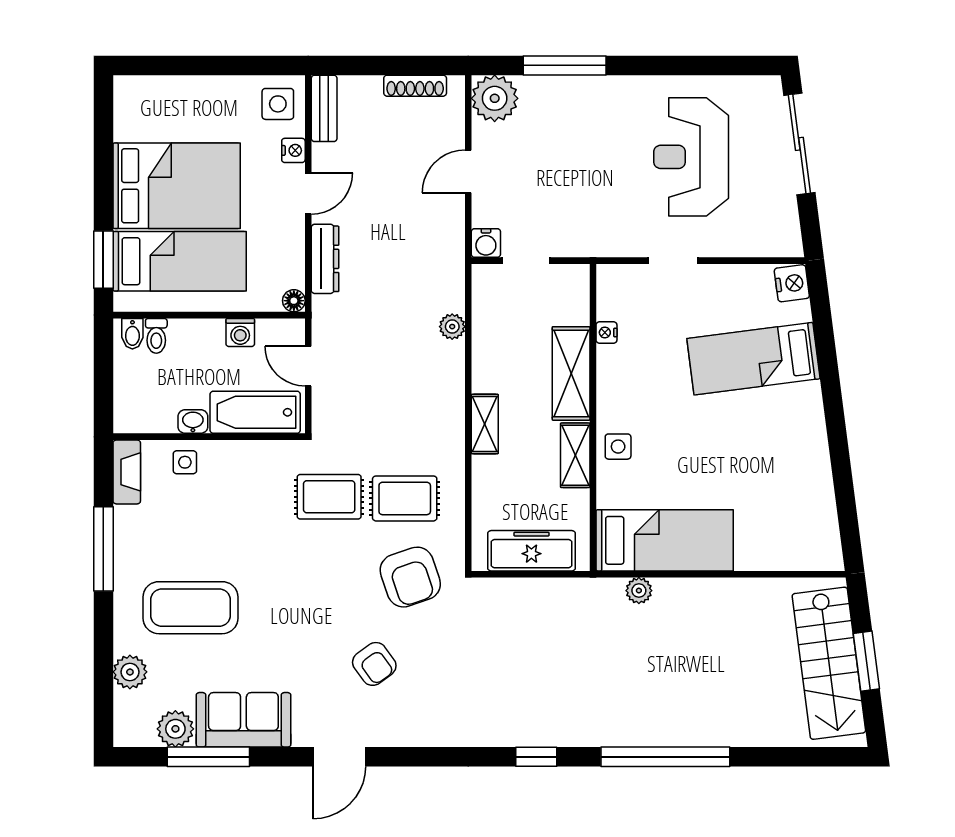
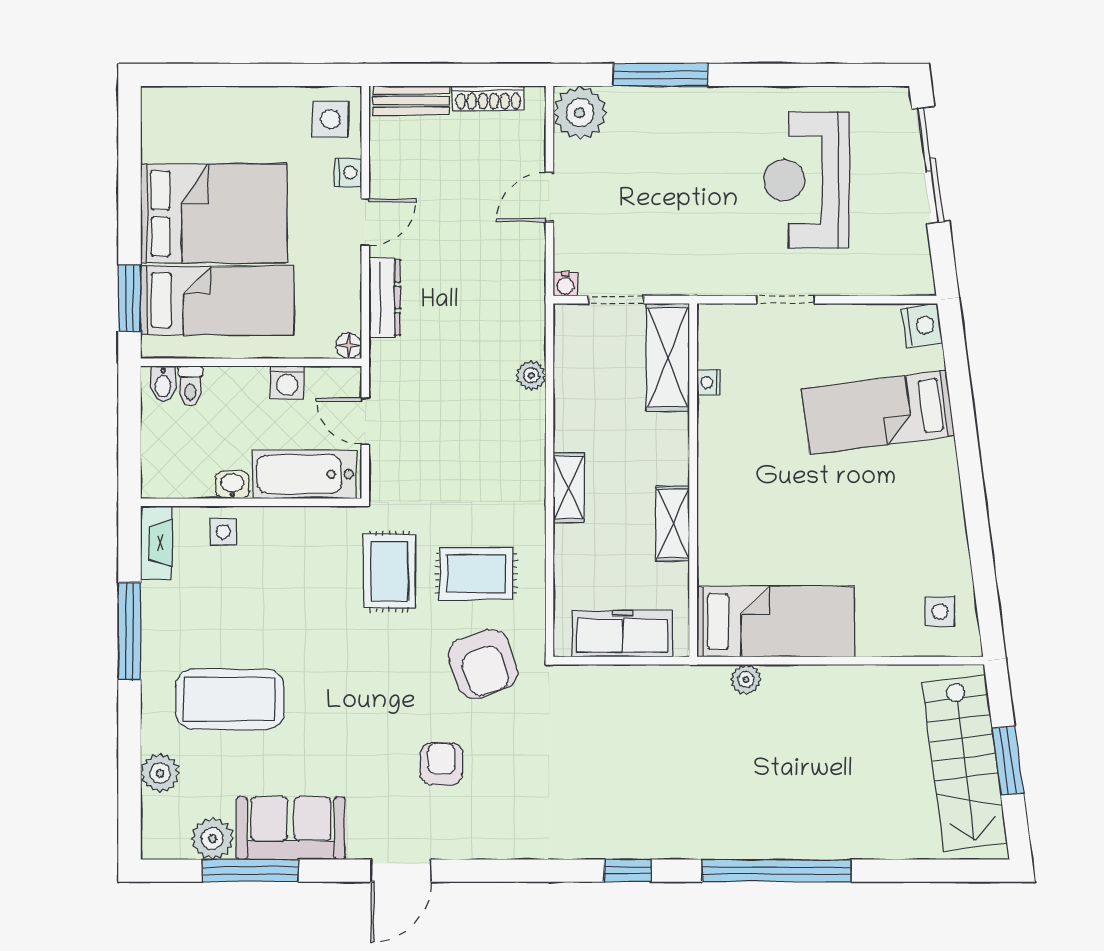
bench: (324, 108) -> (411, 101), moved, turned 90
water cooler: (486, 243) -> (565, 284), width x0.72, depth x0.72
shelving: (571, 373) -> (668, 357), moved
side table: (618, 447) -> (940, 612), moved
rug: (329, 497) -> (389, 571), turned 90
armchair: (374, 664) -> (441, 764), turned -144

